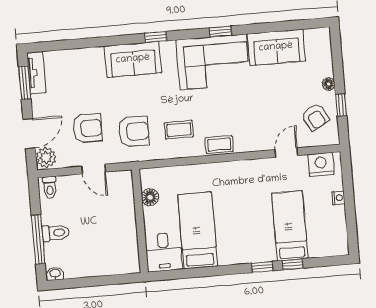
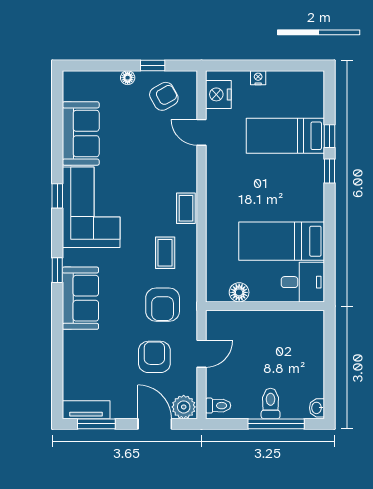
armchair: (134, 131) -> (163, 305), turned 180

